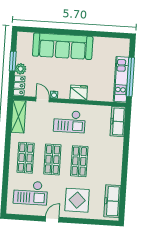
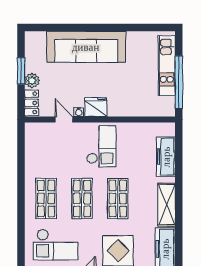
kitchen unit: (121, 79) -> (167, 66), moved
fridge: (79, 92) -> (96, 107), moved
shelving: (18, 117) -> (167, 205), moved
checkout: (69, 121) -> (101, 146), turned -90
freezer: (118, 121) -> (166, 157), moved

